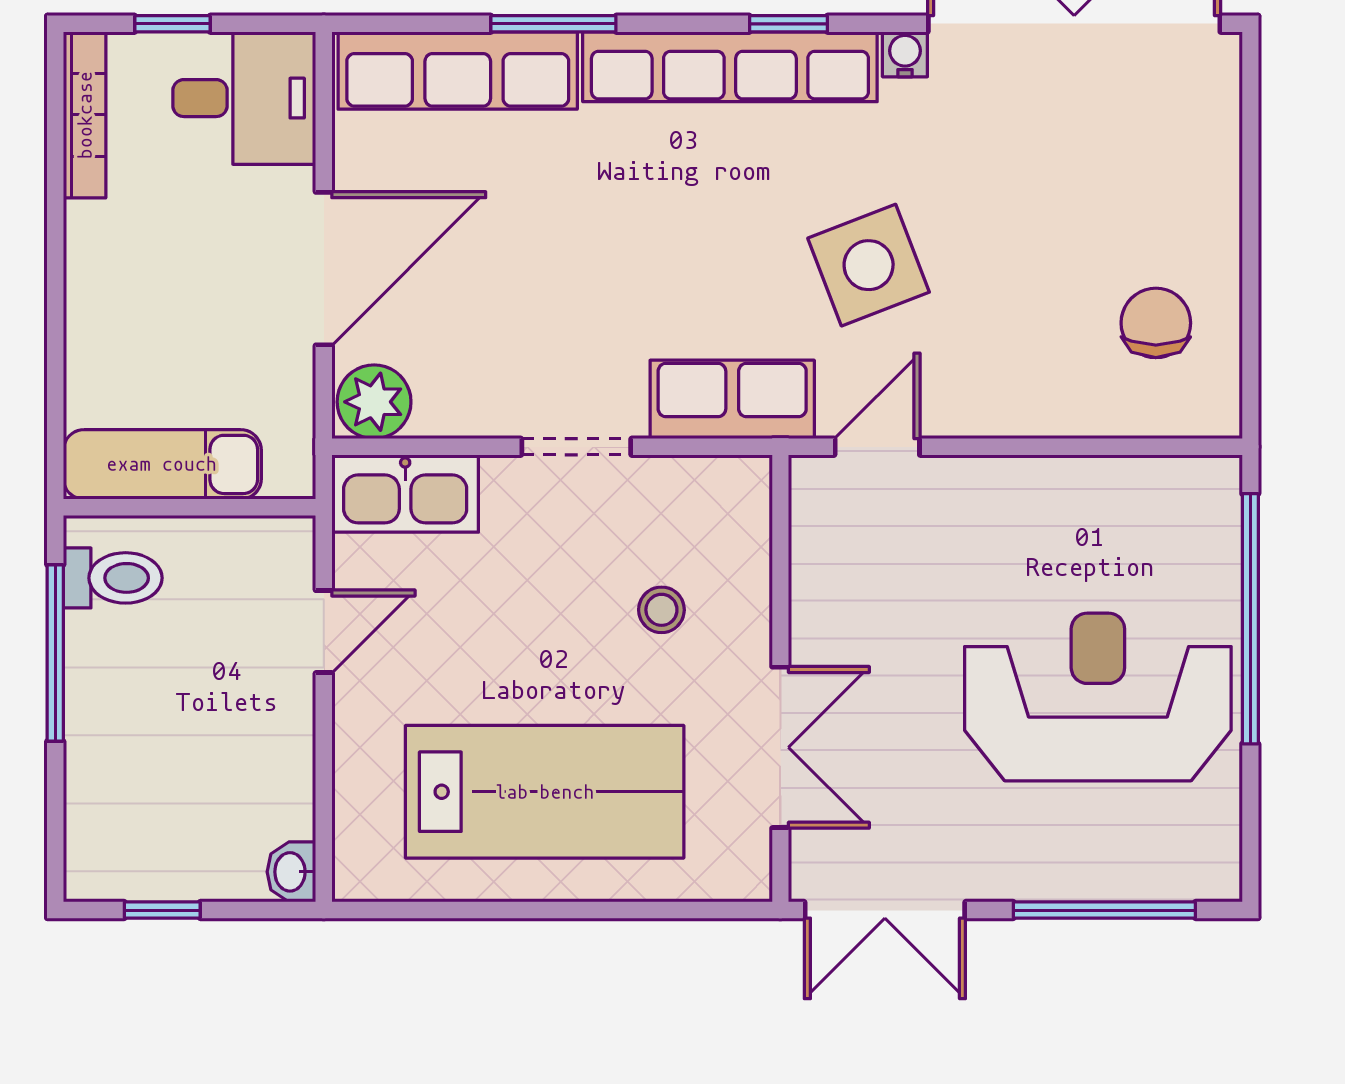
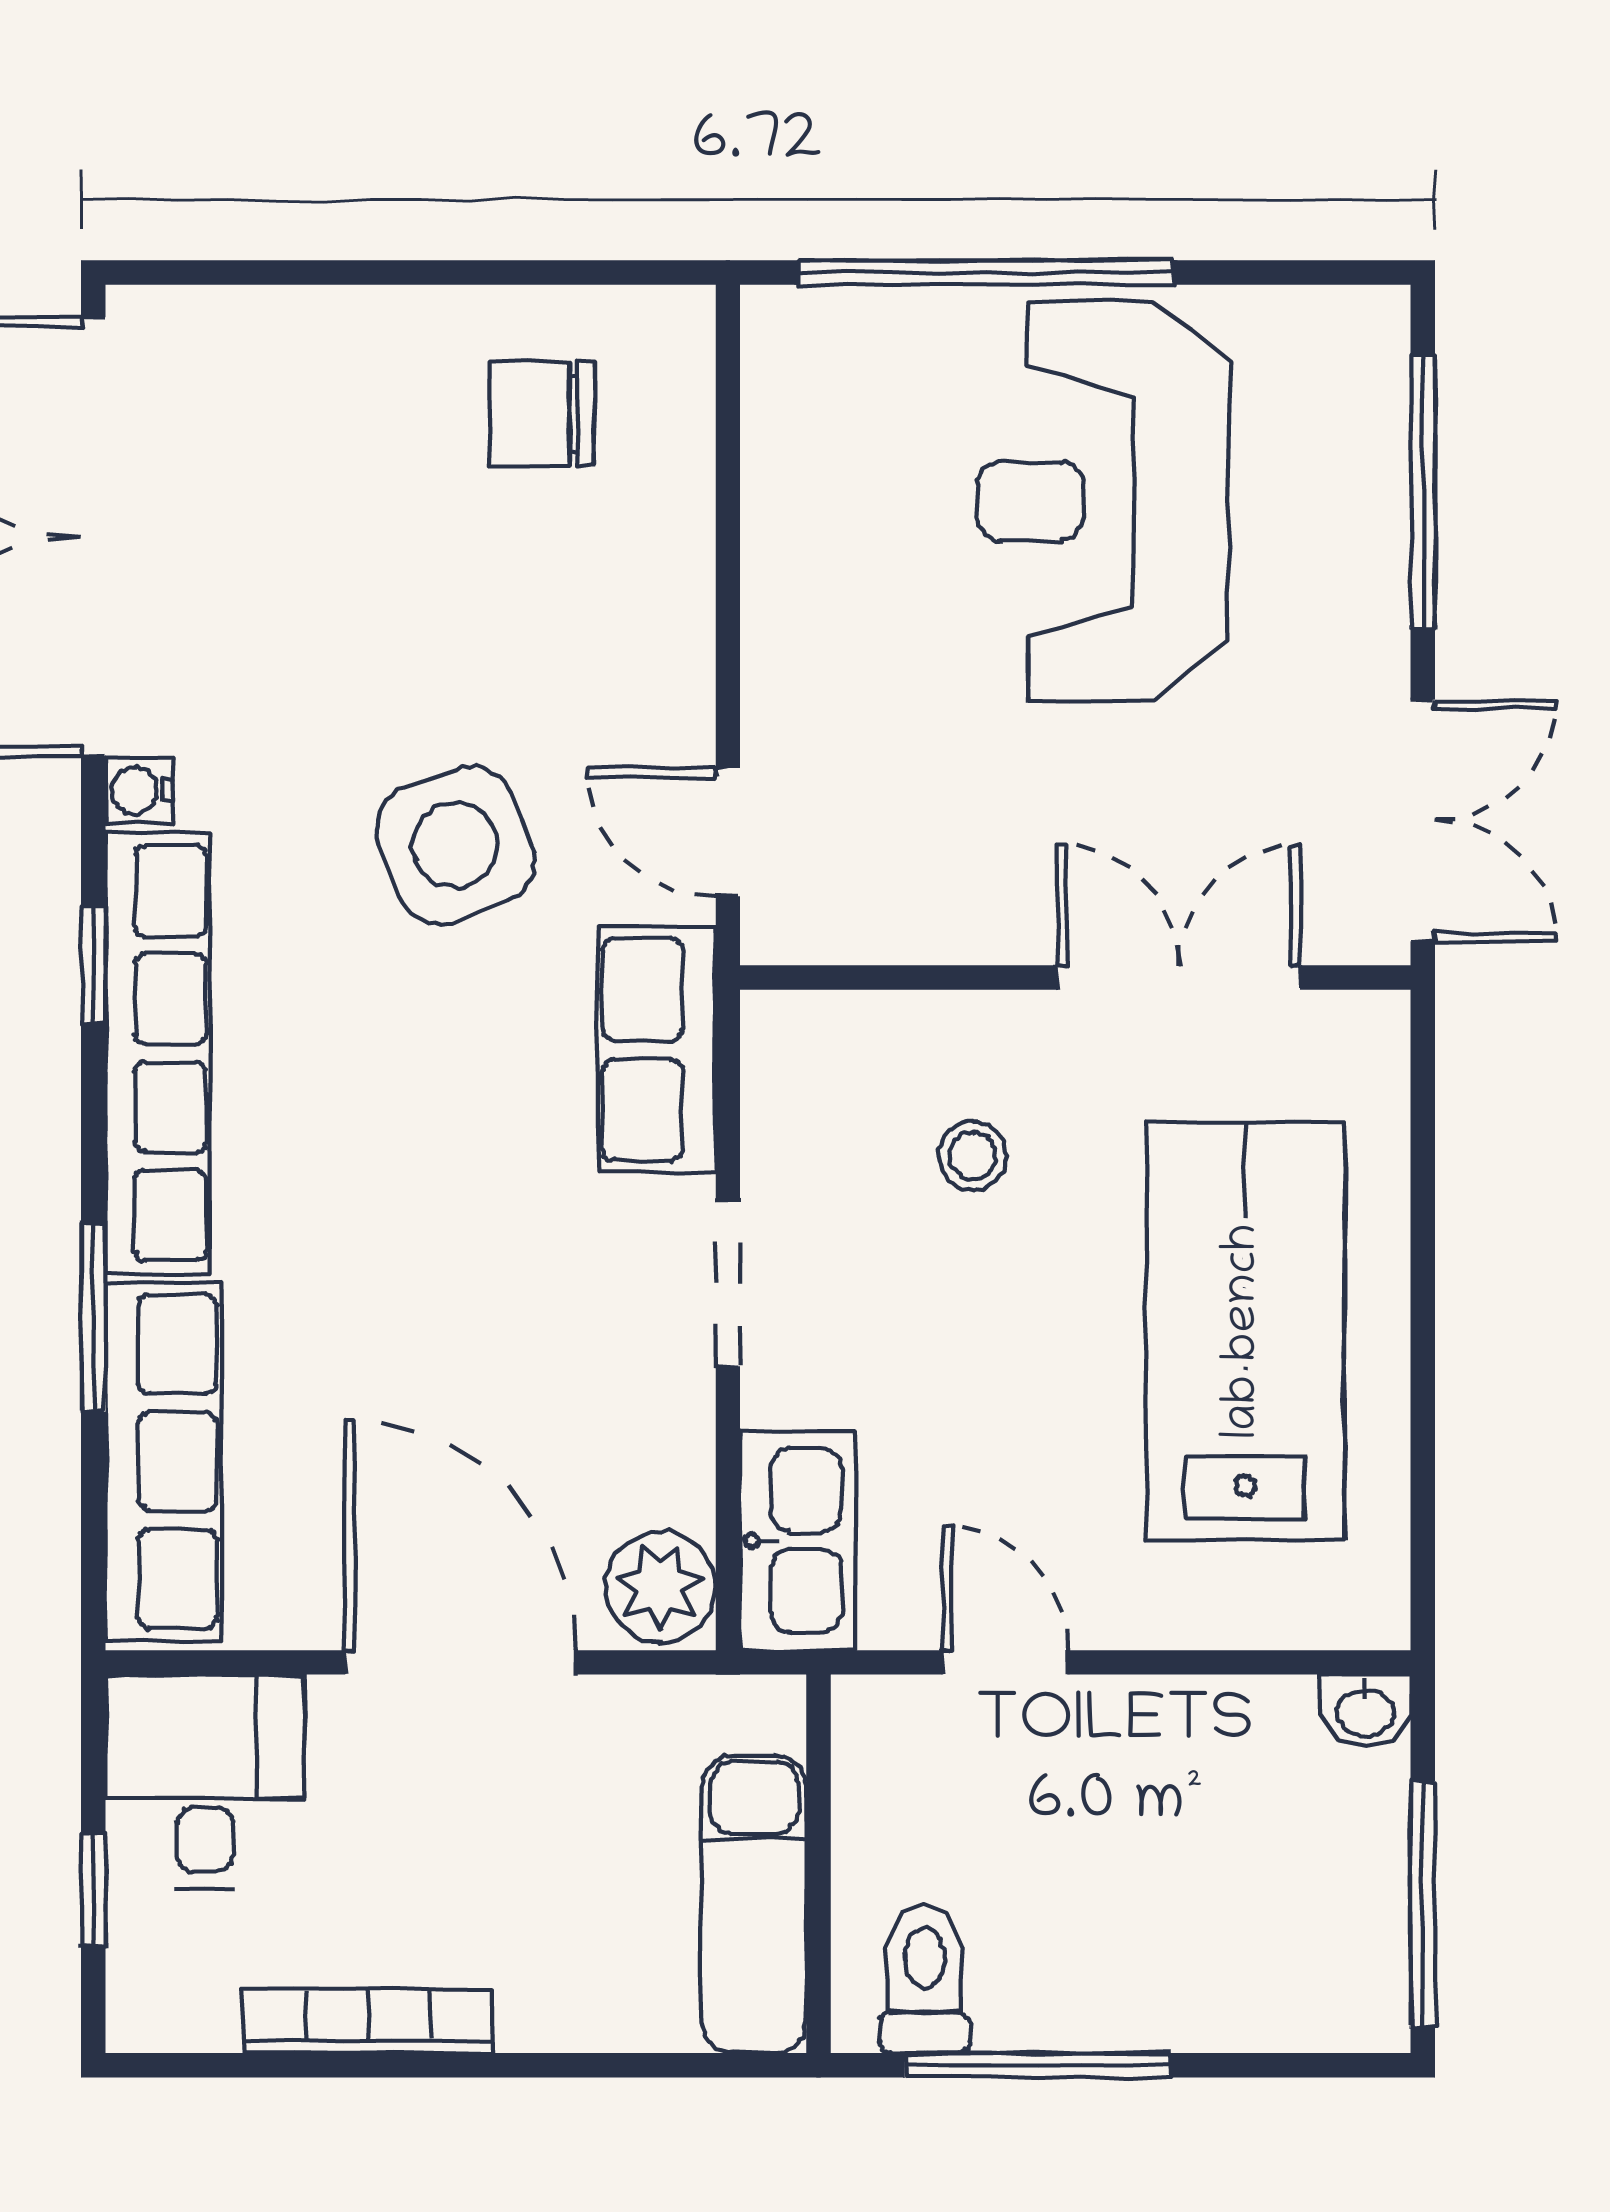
bookcase: (85, 115) -> (368, 2021), moved
window: (162, 910) -> (1423, 1905), width x2.17

